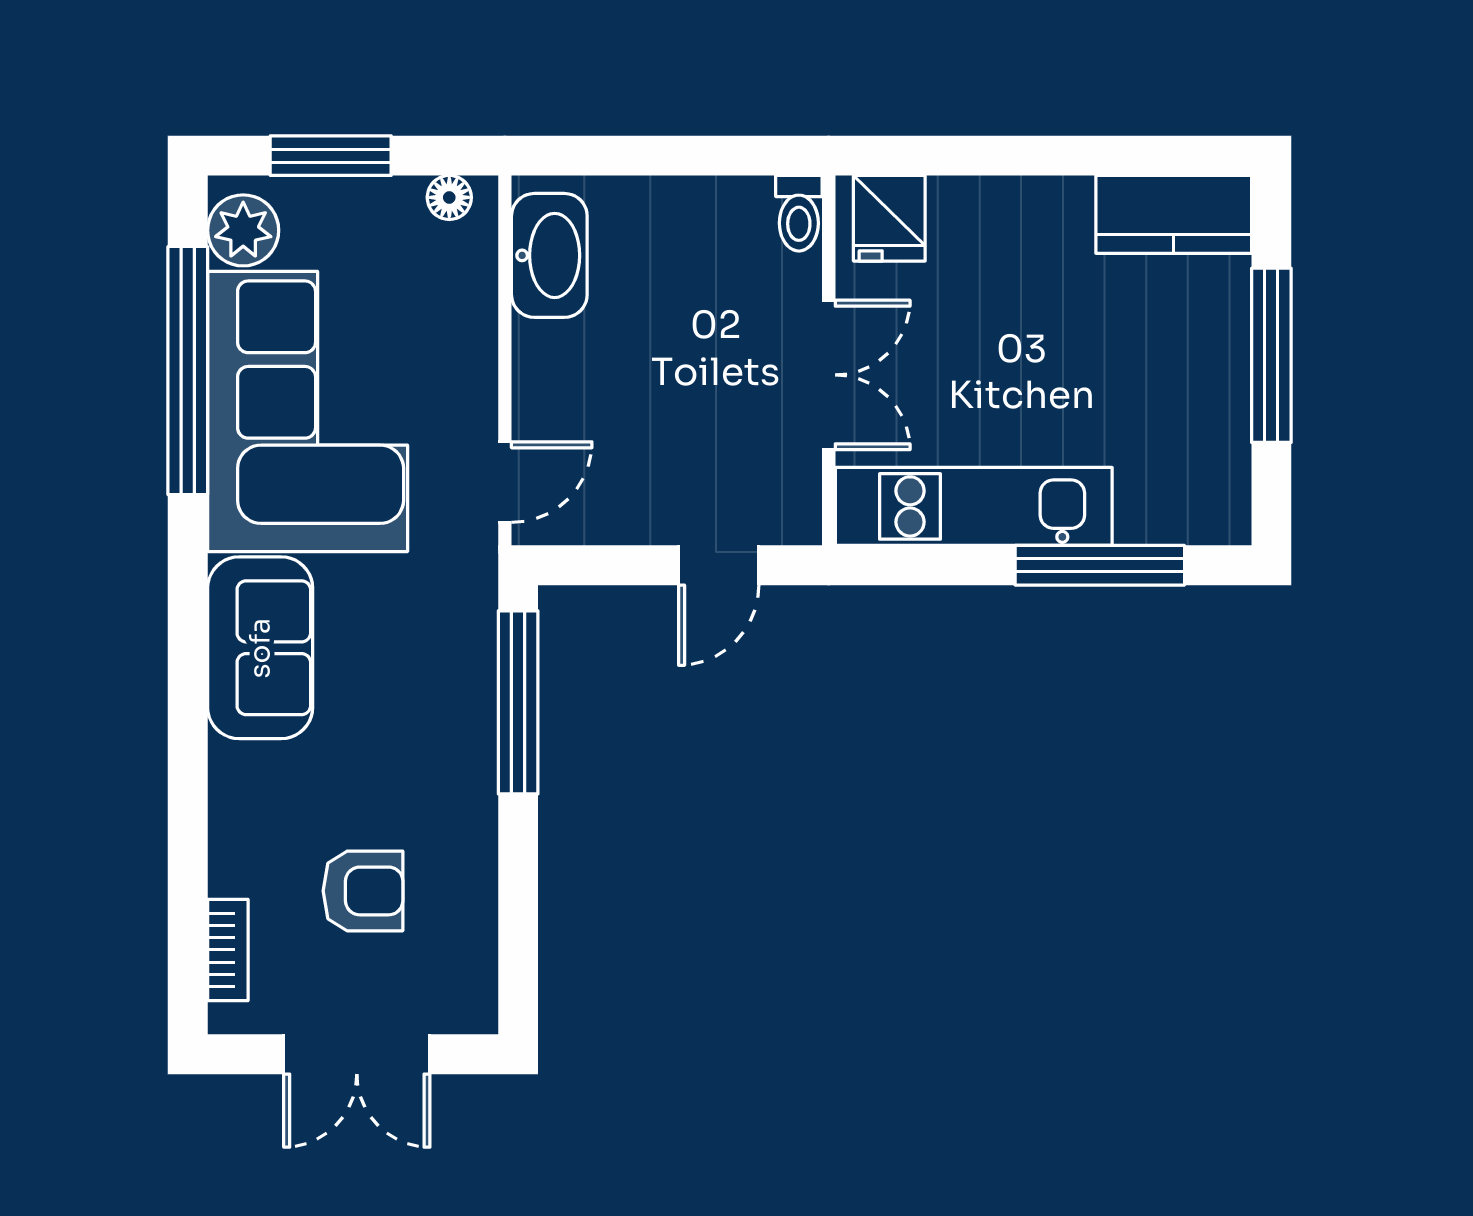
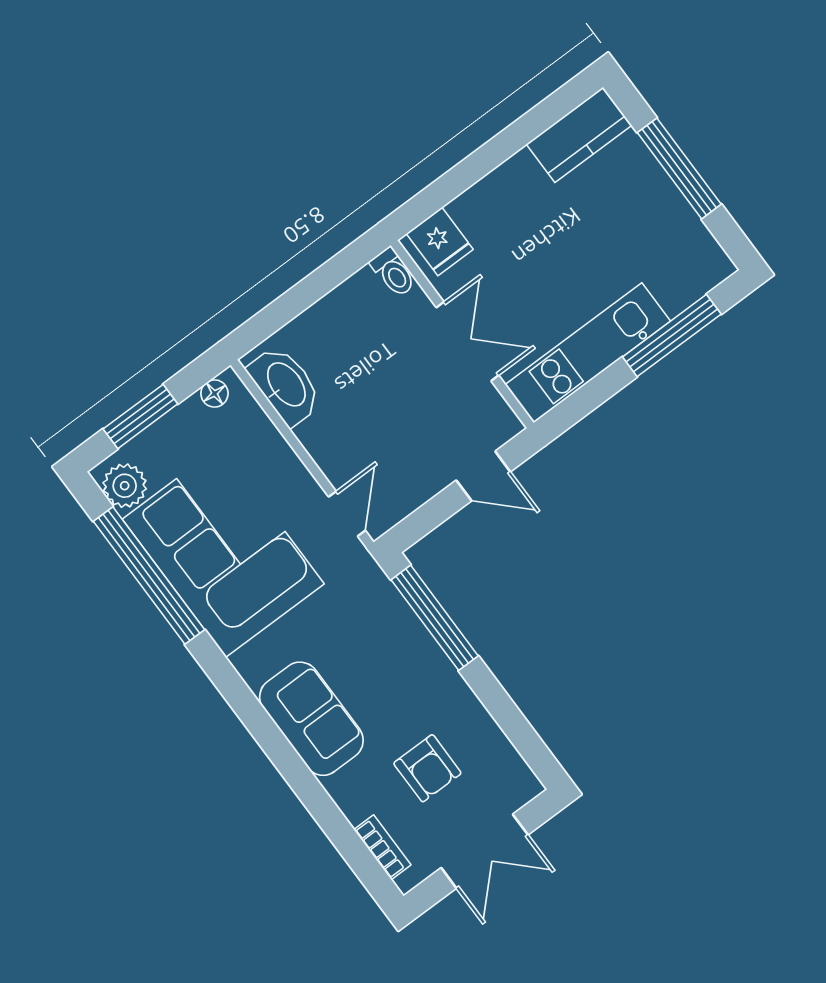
door: (719, 565) -> (483, 476), hinge flipped
sofa: (260, 648) -> (311, 719), moved
armchair: (363, 891) -> (427, 768), turned 90

